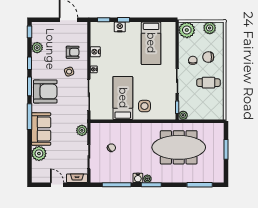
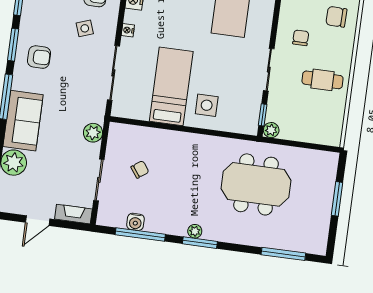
chair: (208, 57) -> (336, 17), moved
armchair: (45, 91) -> (39, 57), width x0.53, depth x0.53
meeting table: (179, 147) -> (256, 184), width x0.73
water cooler: (138, 178) -> (135, 222), moved
door: (57, 185) -> (38, 221), swing flipped

